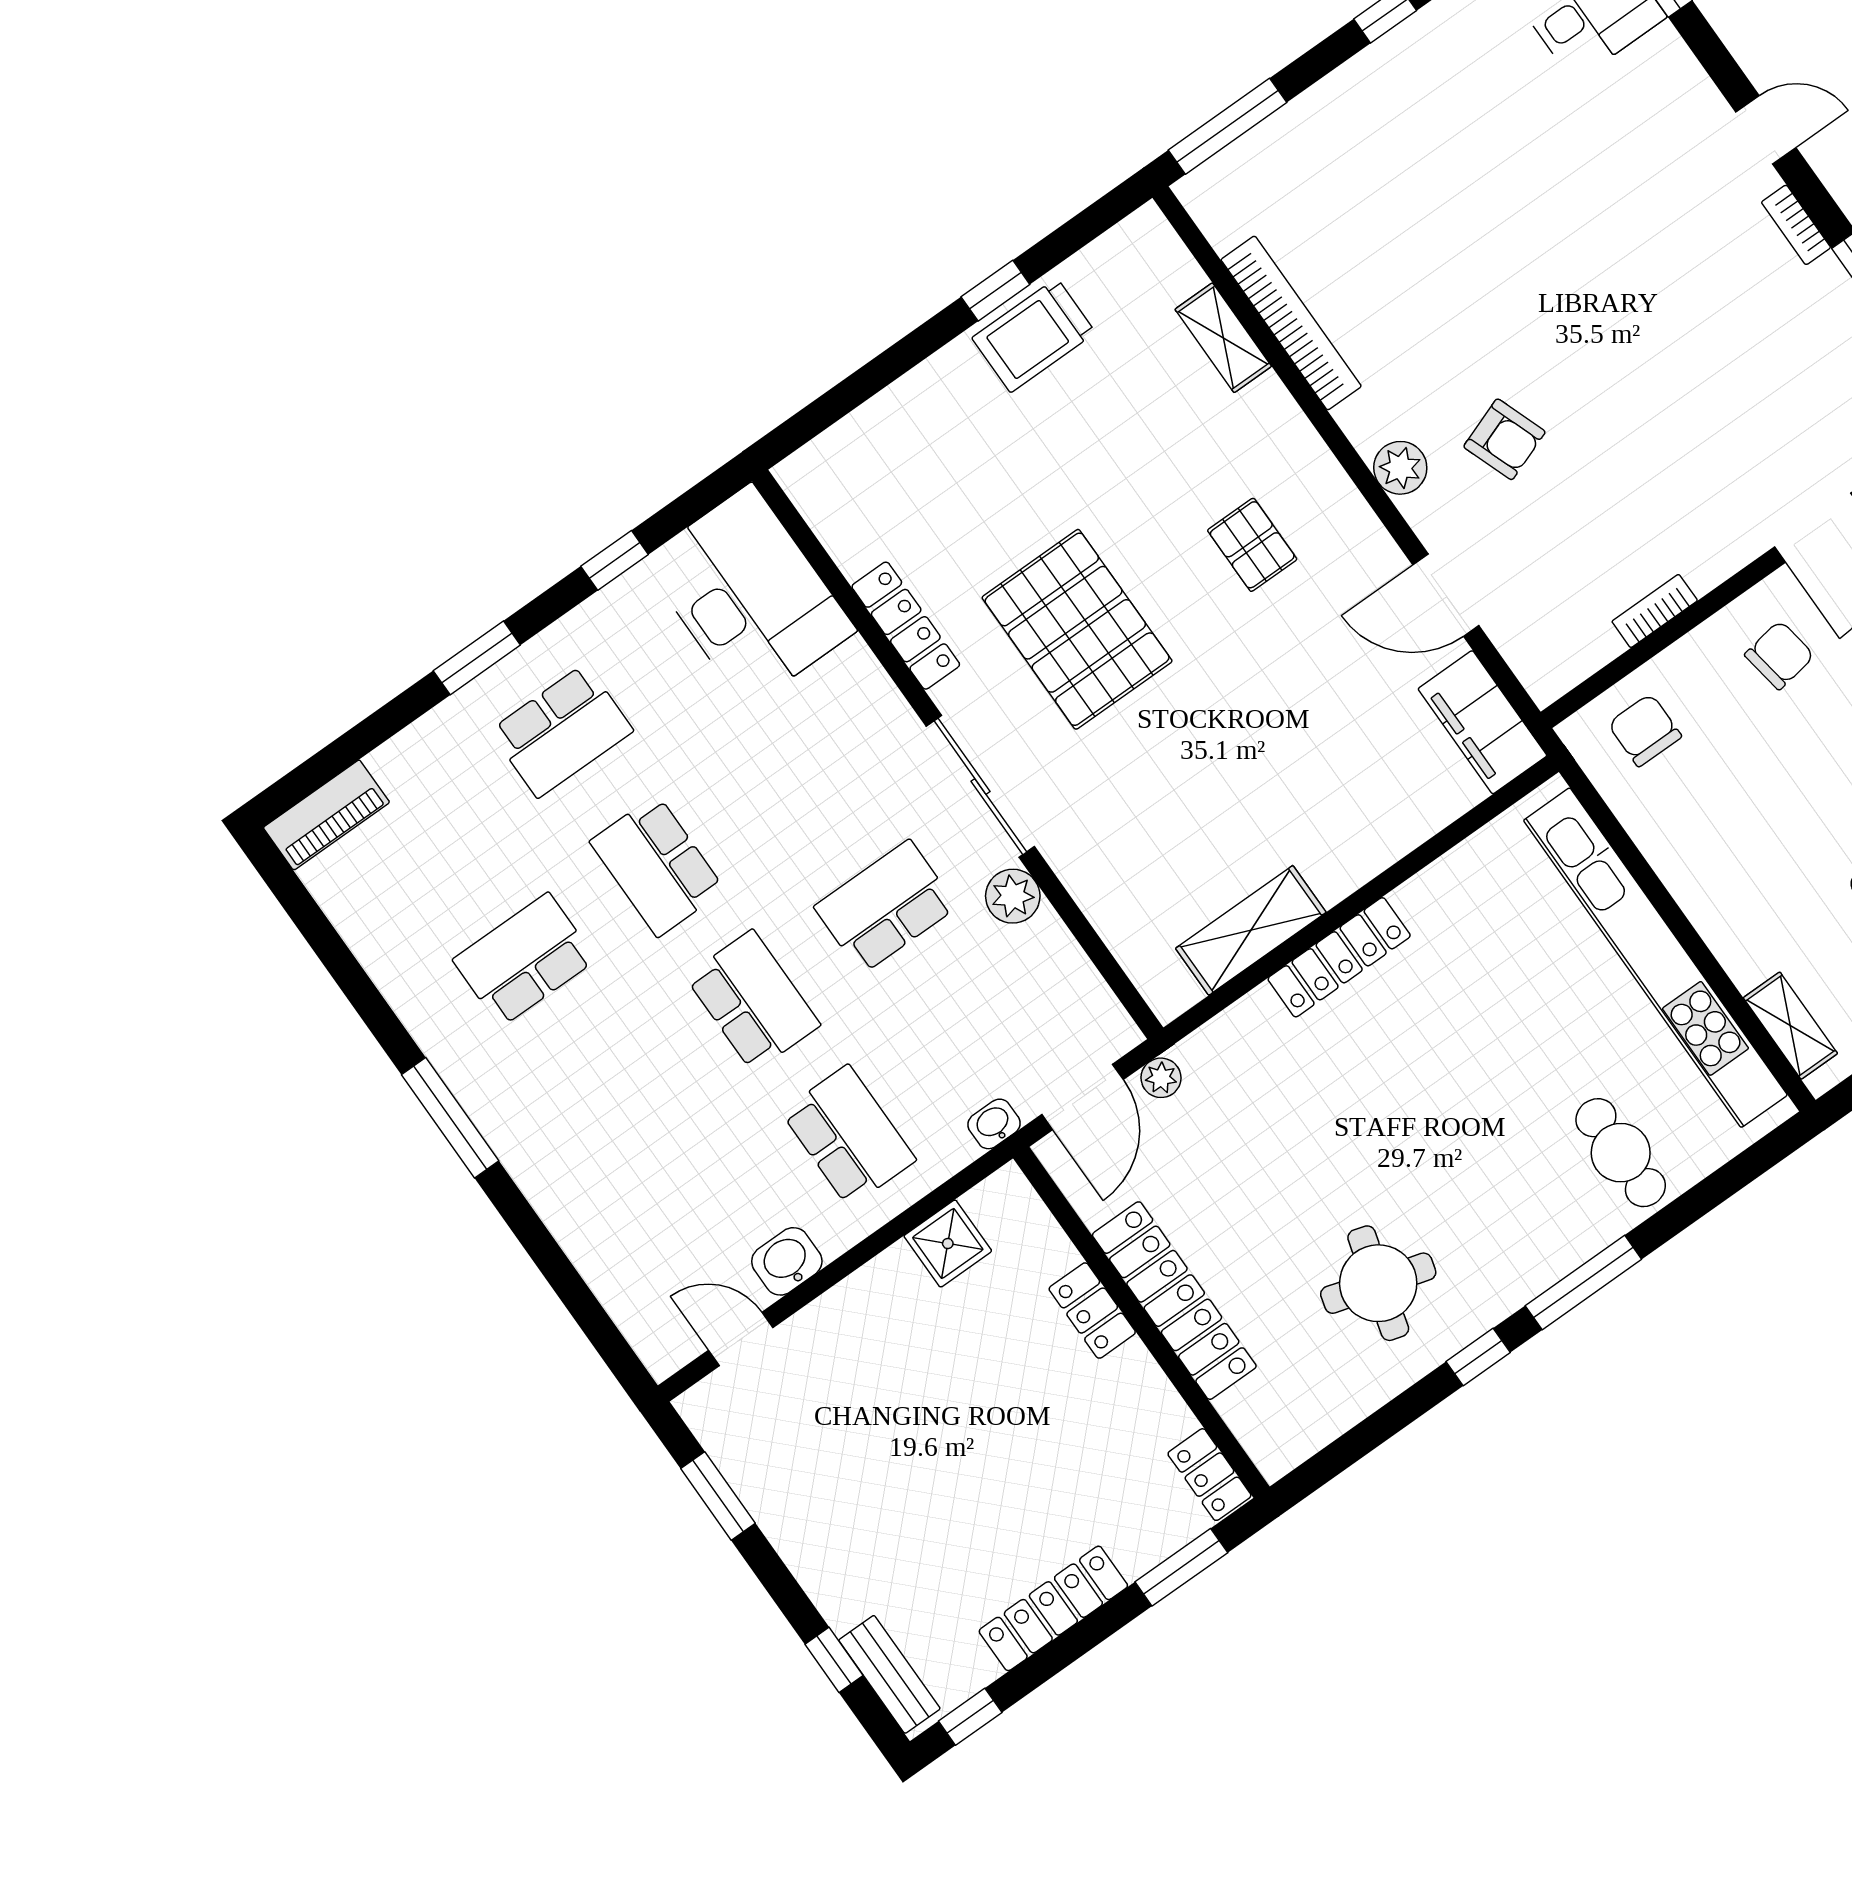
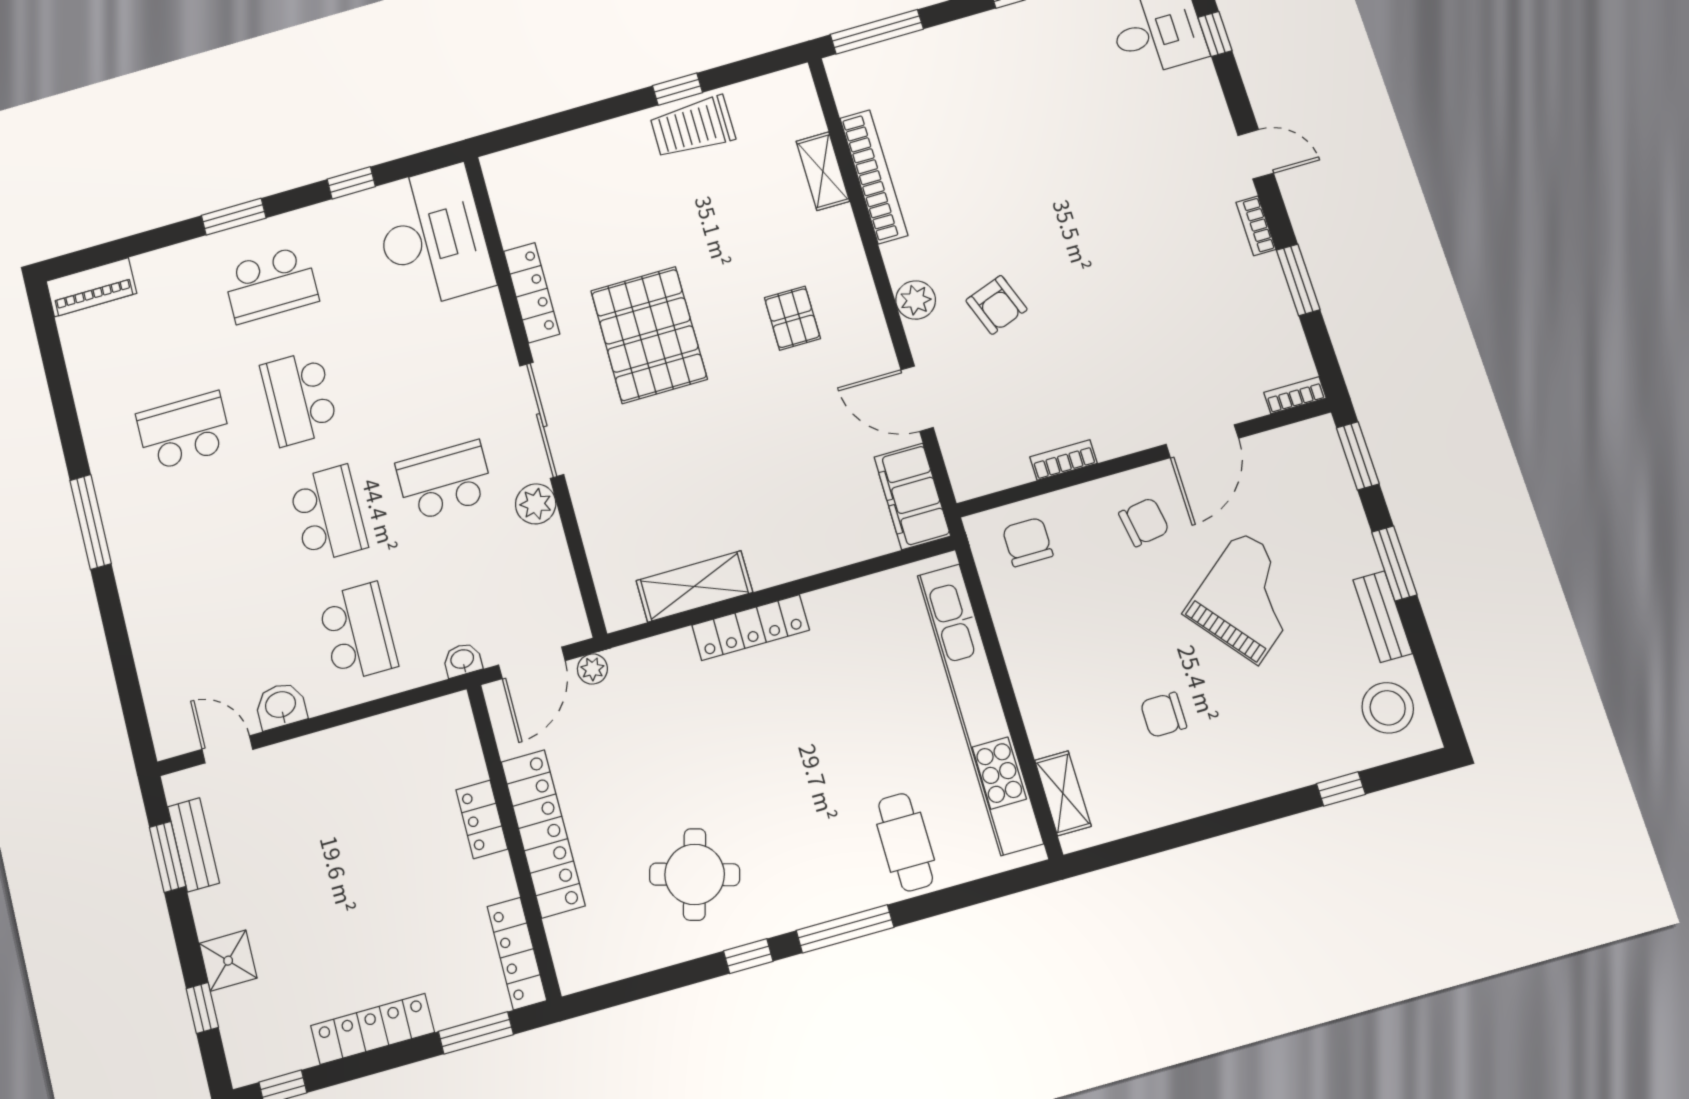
shower: (948, 1243) -> (228, 961), moved
locker: (1209, 1475) -> (517, 953), width x1.53
bench: (889, 1674) -> (193, 845), moved

